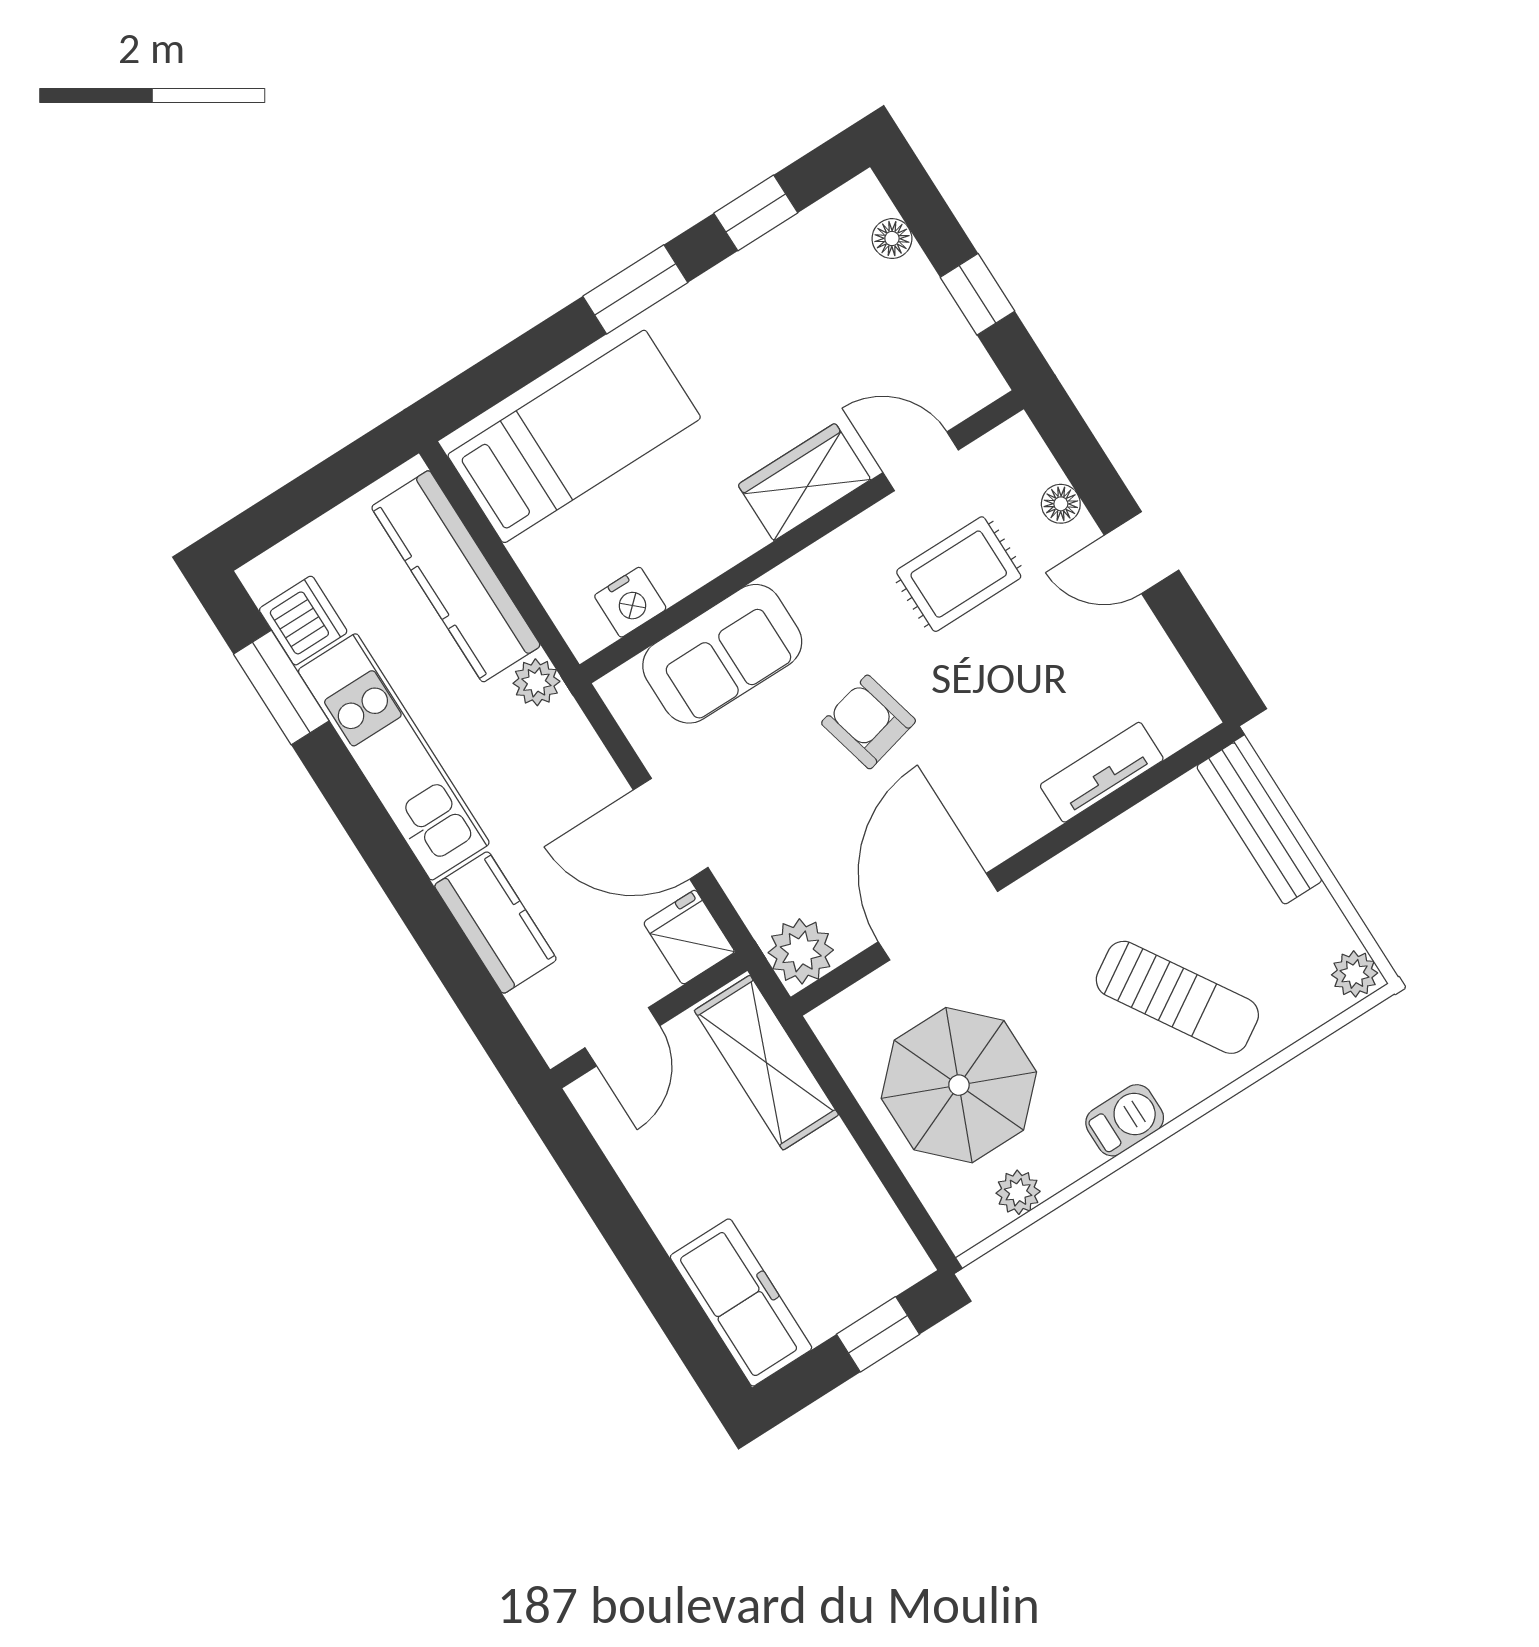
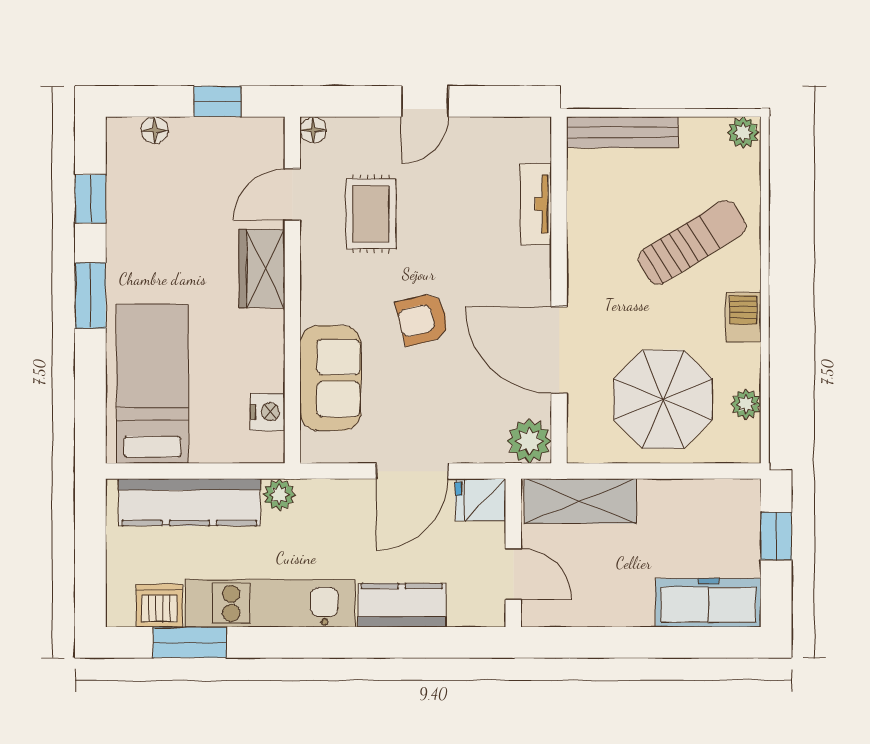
floor lamp: (1061, 504) -> (313, 130), moved

